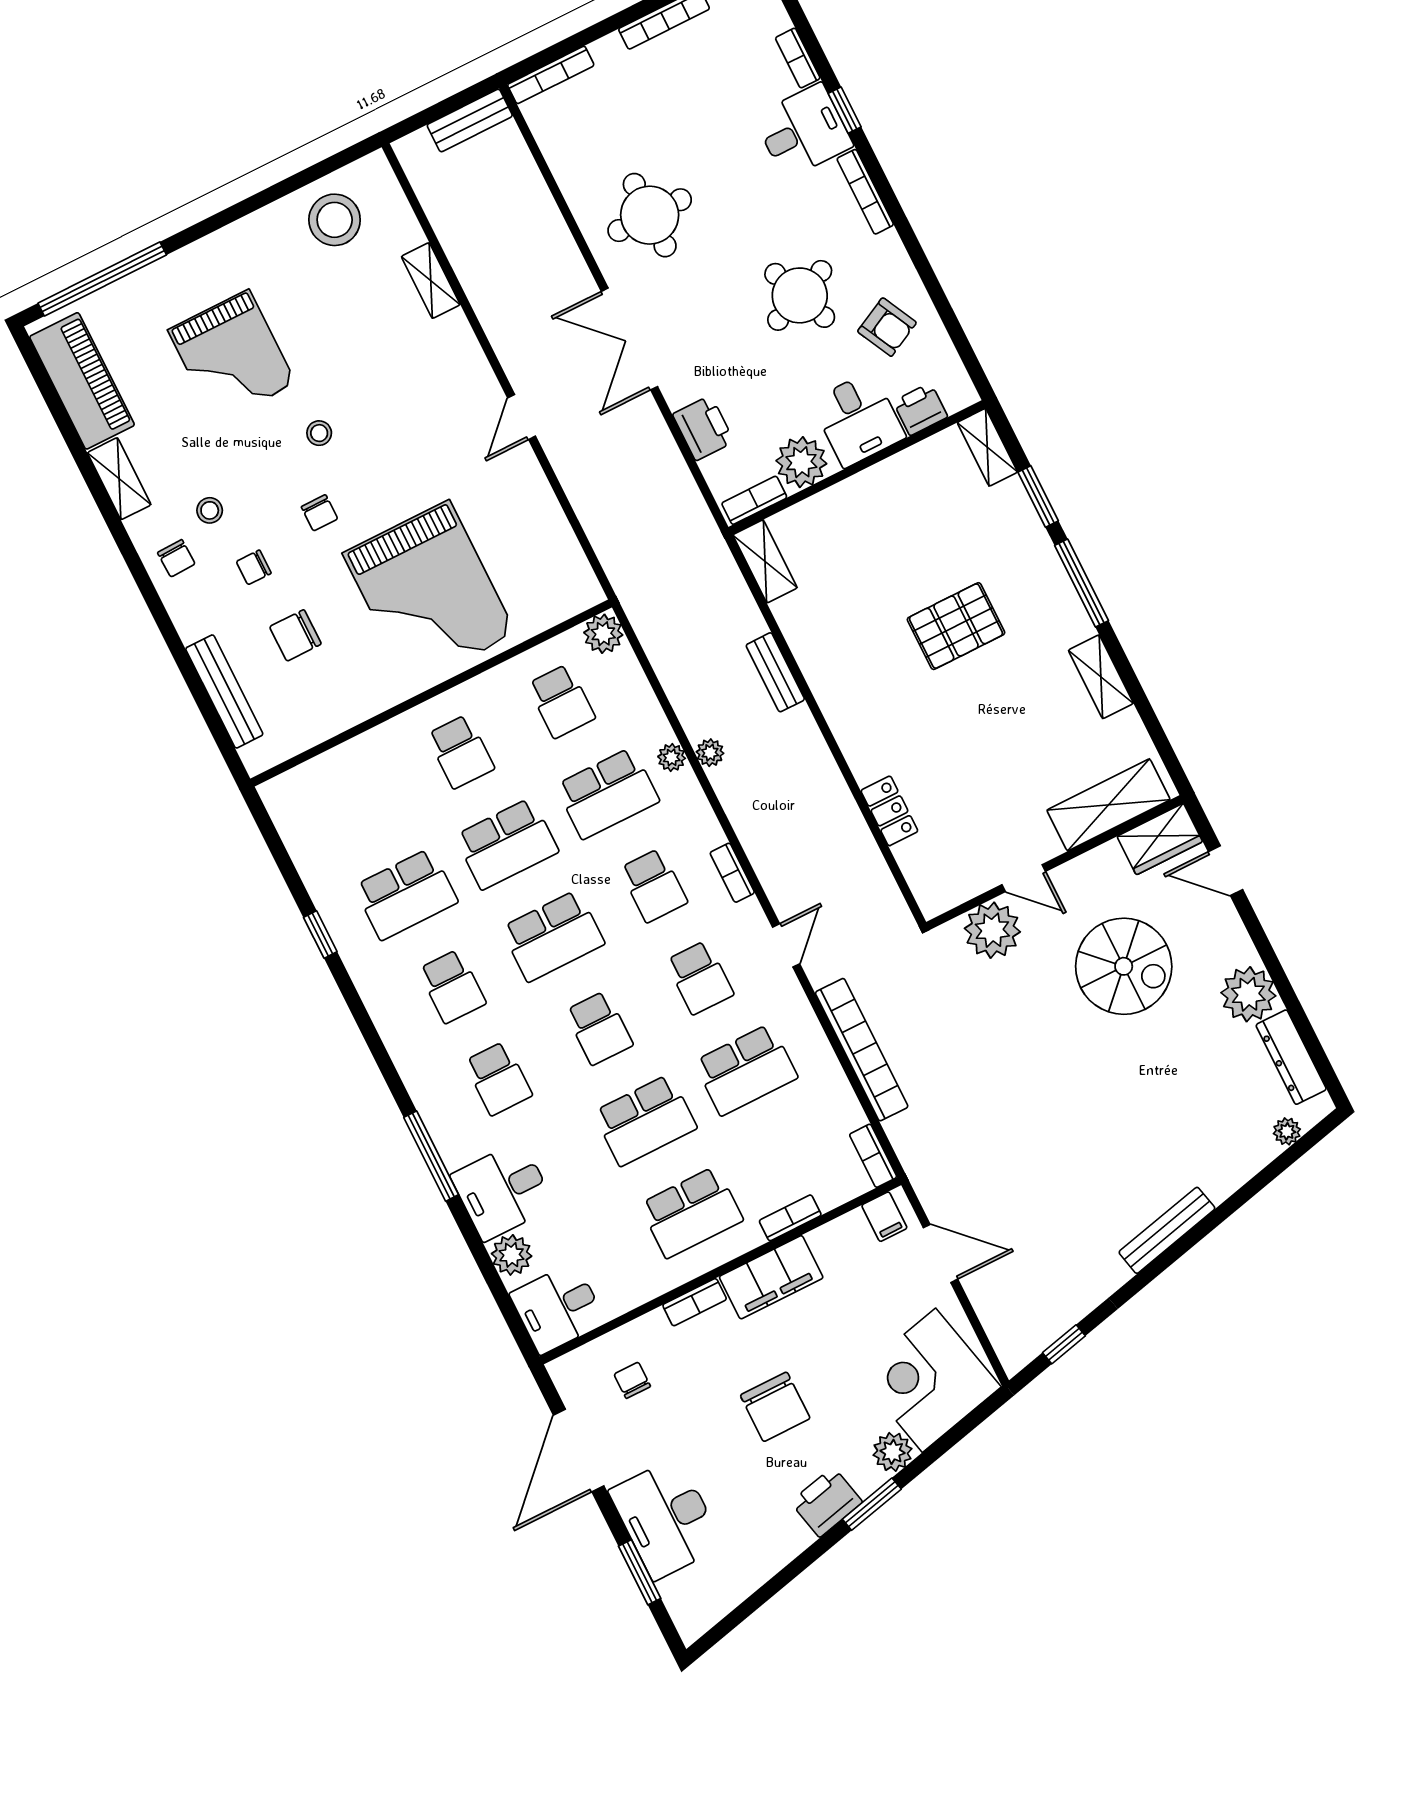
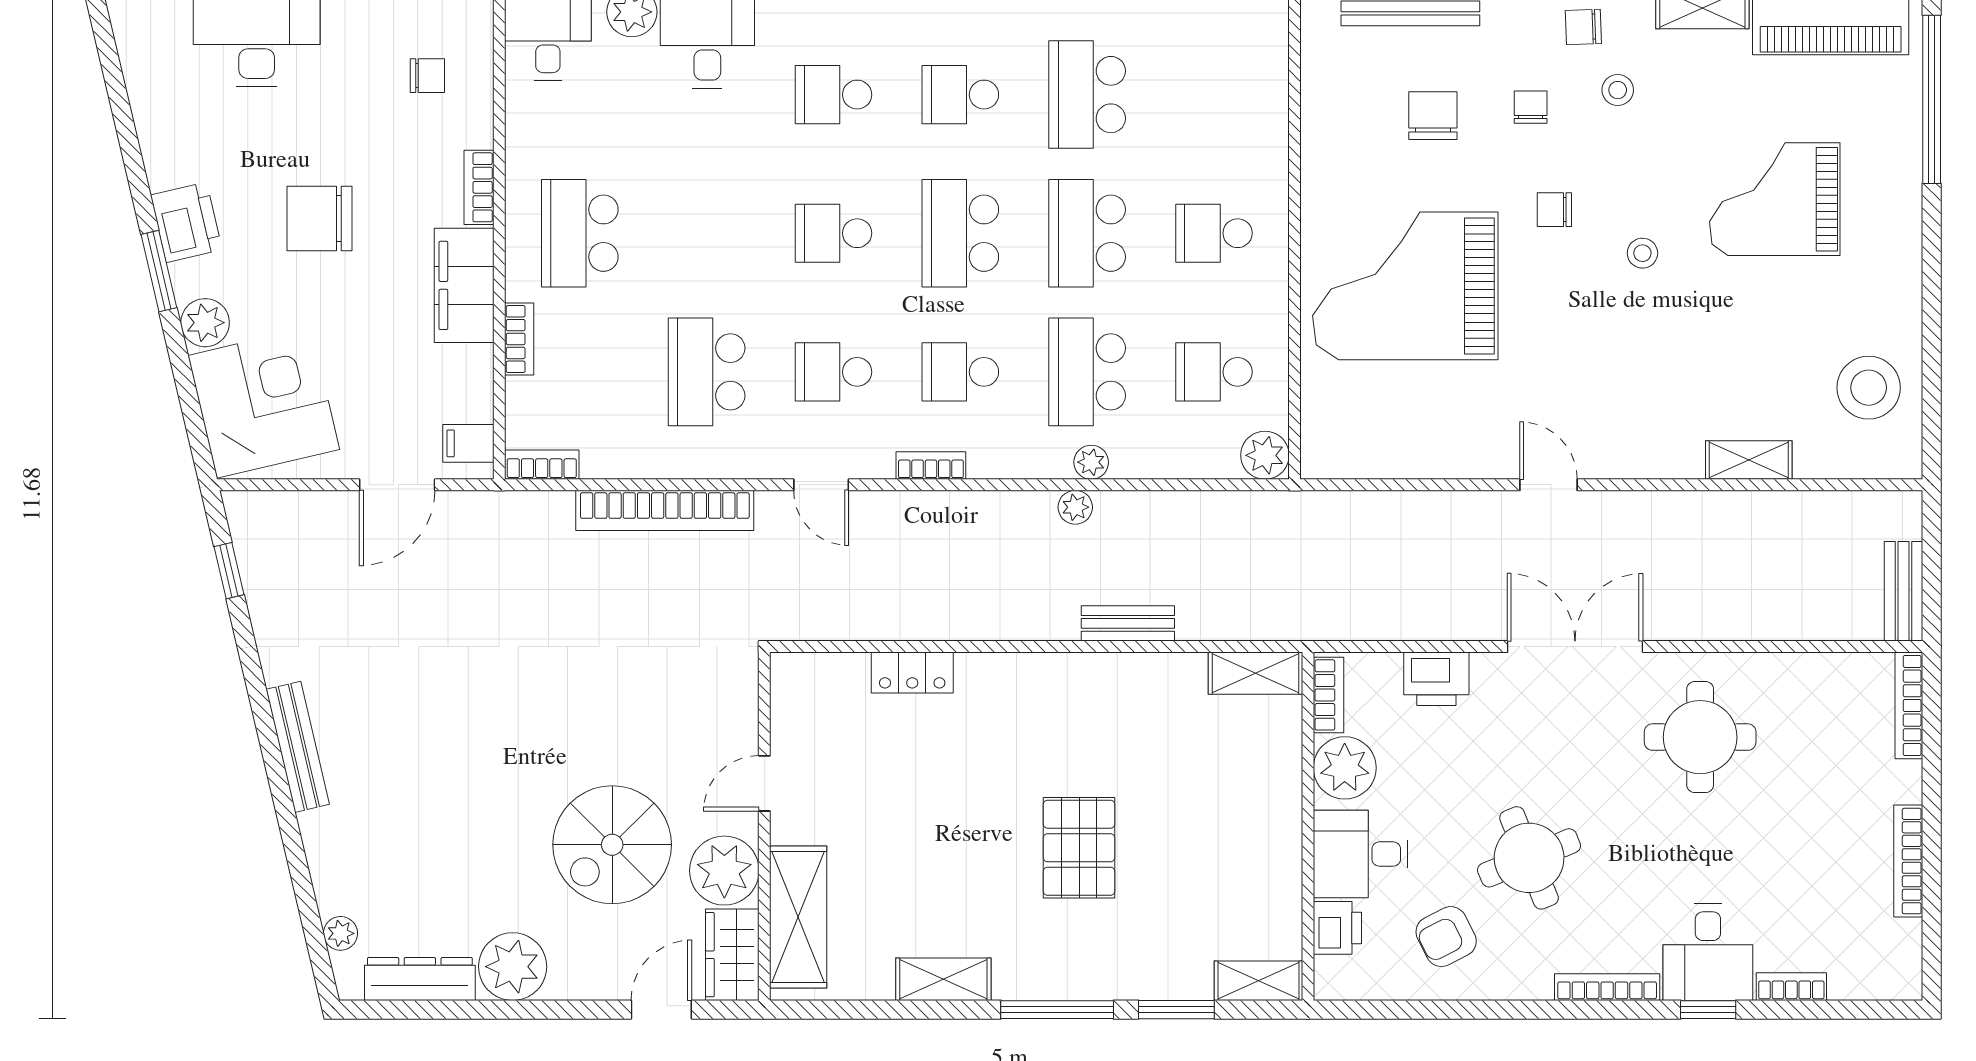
plant: (992, 930) -> (724, 871), moved
school desk: (645, 1120) -> (707, 233), removed

